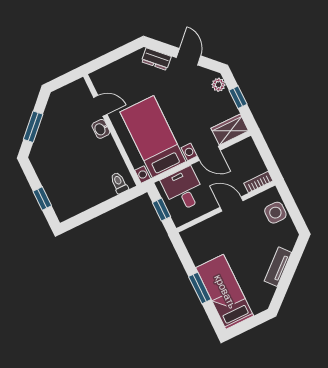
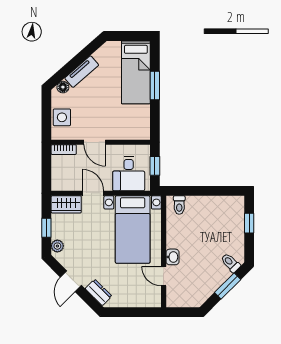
toilet: (41, 151) -> (231, 263), added
floor lamp: (289, 243) -> (63, 87), added

